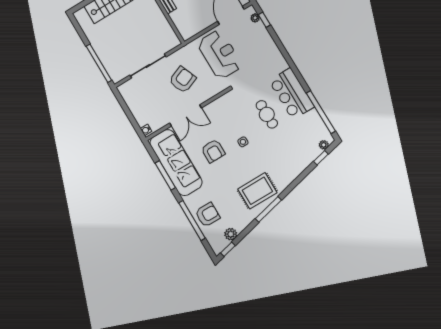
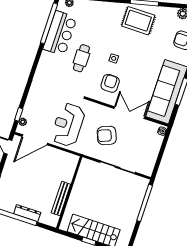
bar counter: (292, 94) -> (60, 33), moved
armchair: (213, 151) -> (110, 83), moved

